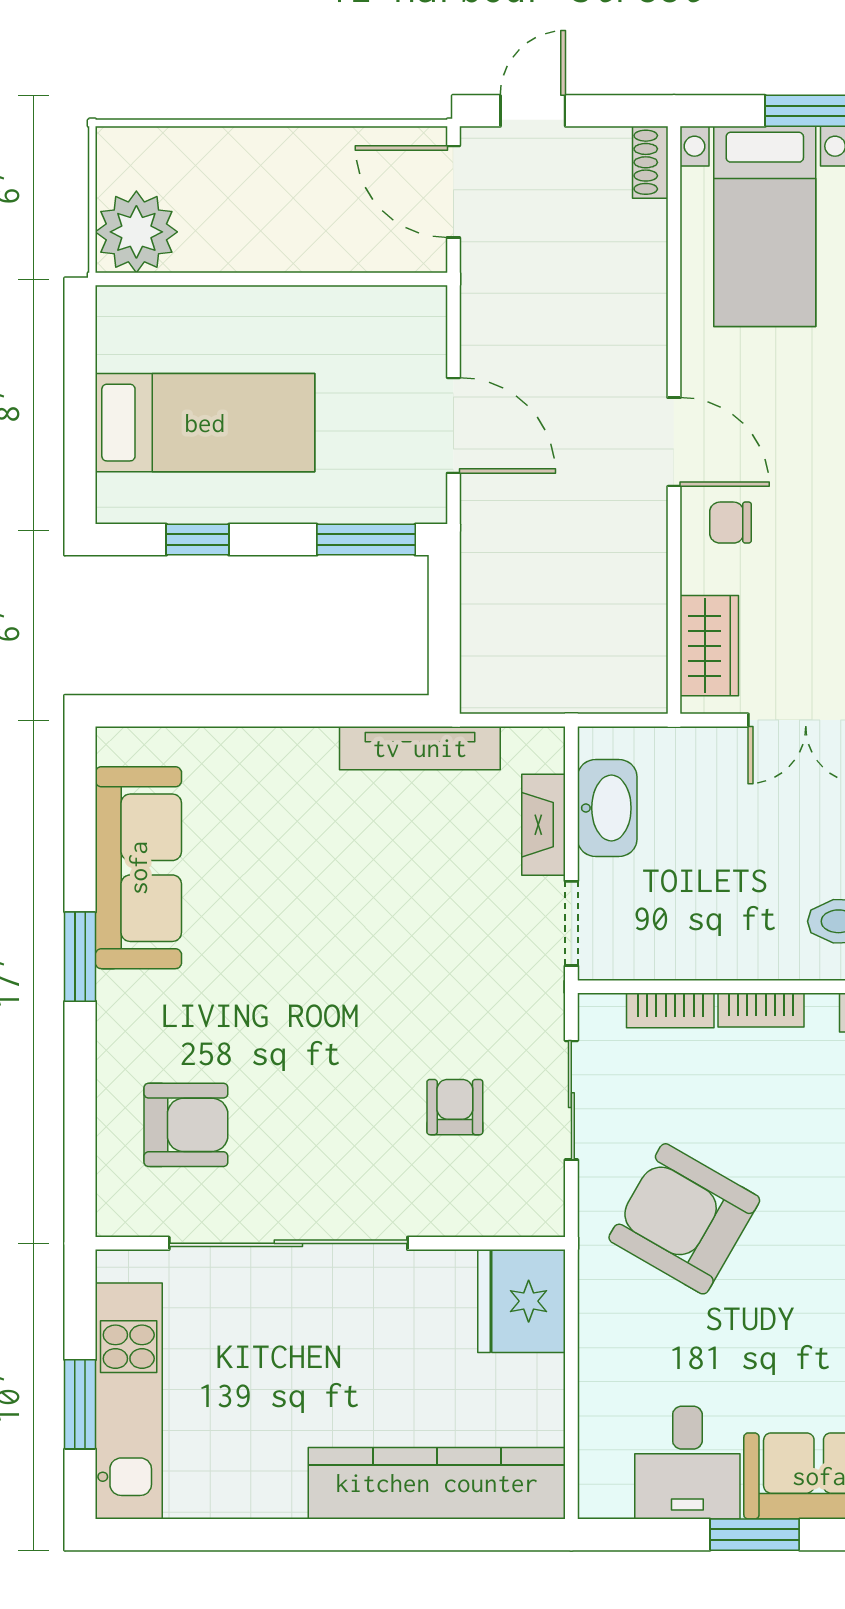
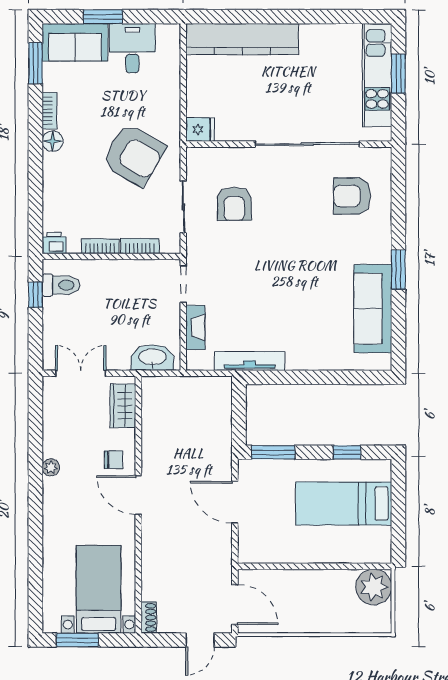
washbasin: (607, 808) -> (152, 358), moved, turned 90
armchair: (455, 1107) -> (234, 204), width x1.38, depth x1.38
fridge: (522, 1301) -> (200, 129), width x0.53, depth x0.75

